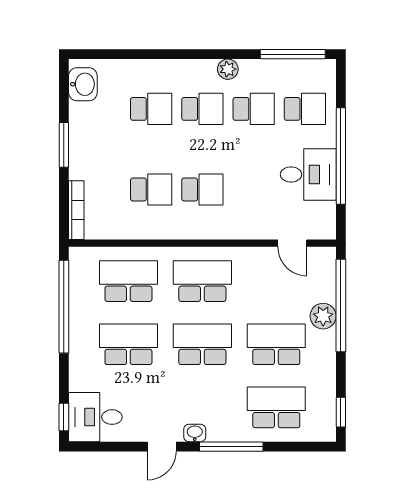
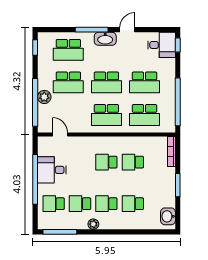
washbasin: (195, 433) -> (105, 39), width x1.91, depth x1.45

